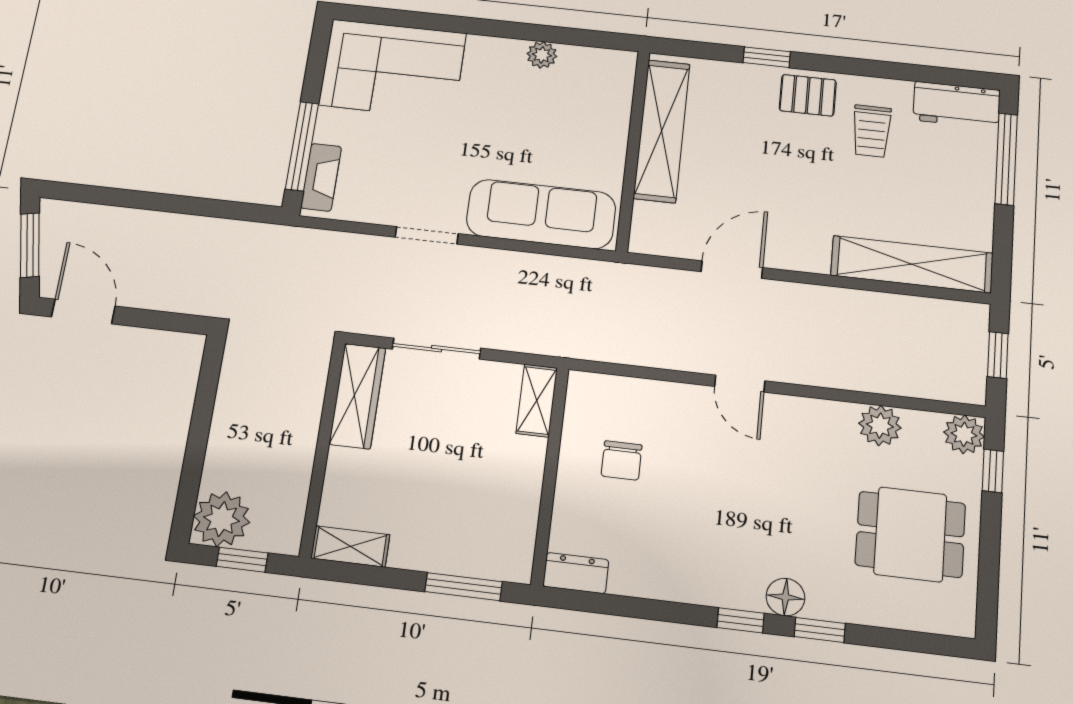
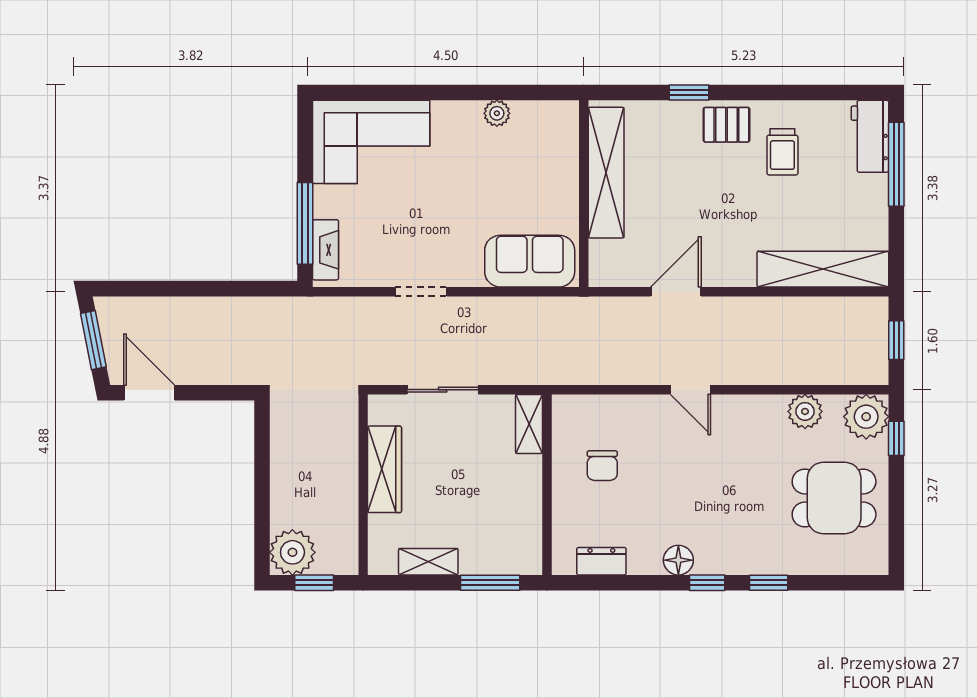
workbench: (957, 105) -> (870, 136), moved, turned 90
sofa: (541, 214) -> (530, 261), width x0.73
wardrobe: (357, 396) -> (385, 469), moved
plant: (964, 434) -> (866, 417), width x1.36, depth x1.36
shelving: (350, 546) -> (428, 562), moved
dresser: (576, 573) -> (601, 561), moved
floor lamp: (785, 597) -> (678, 560), moved

